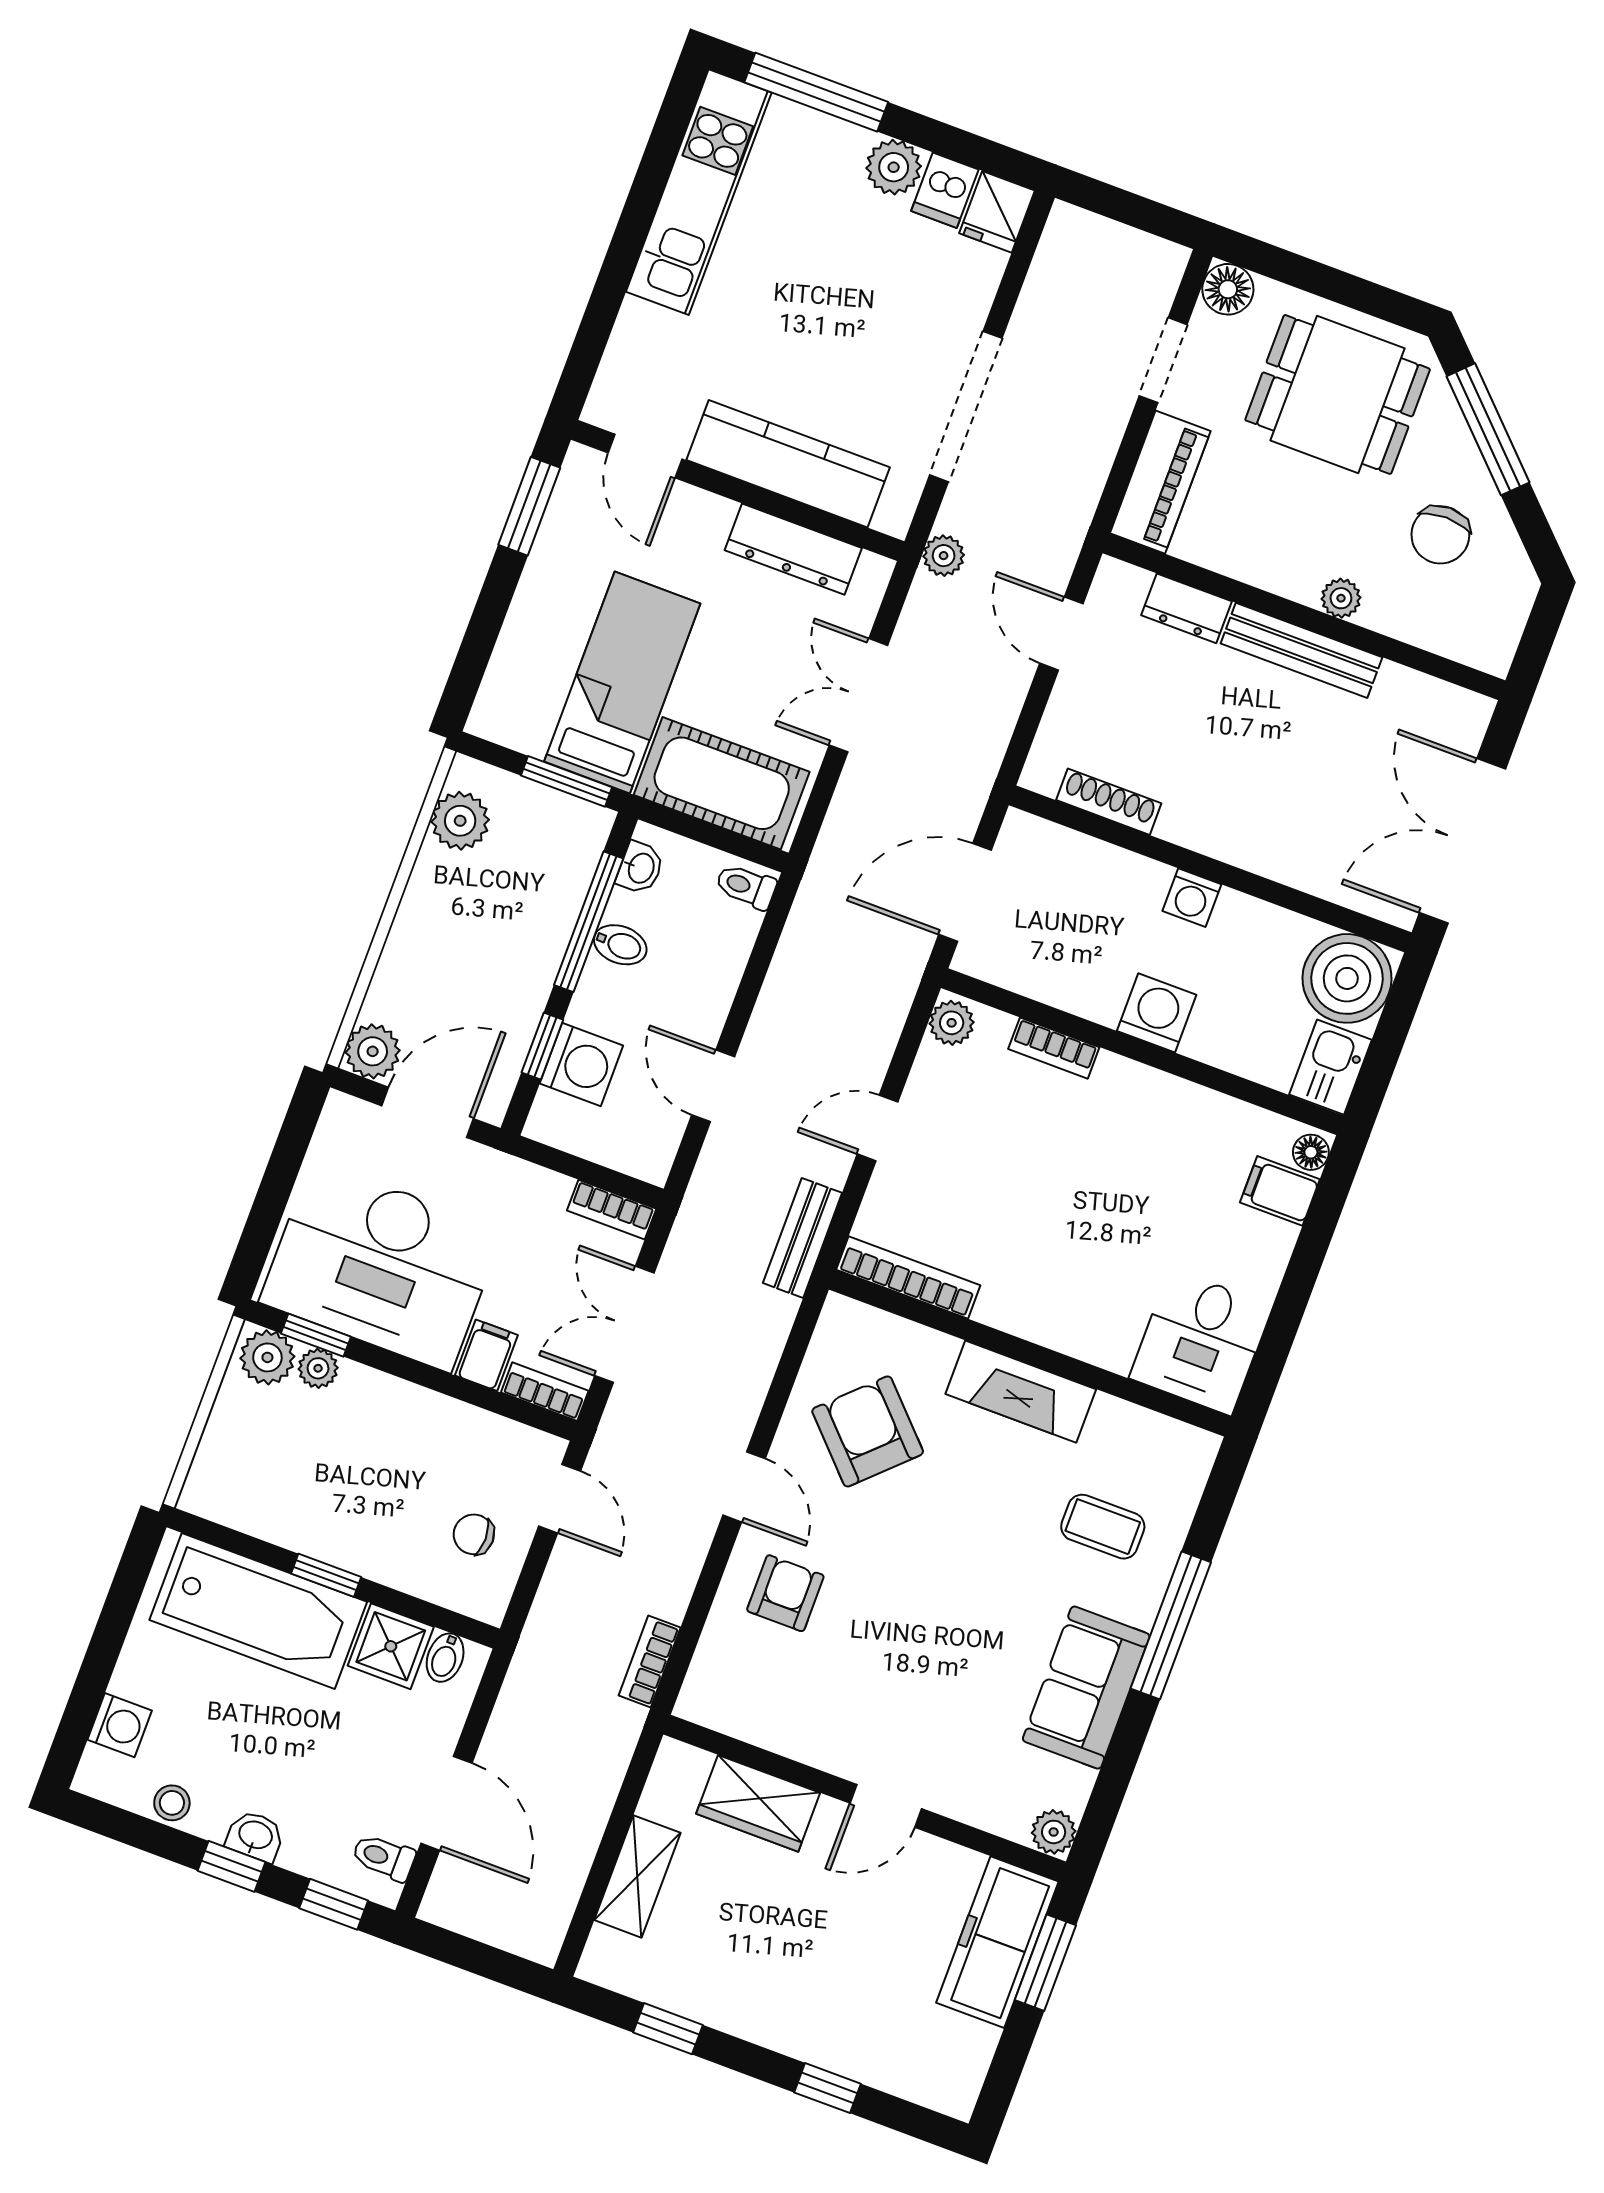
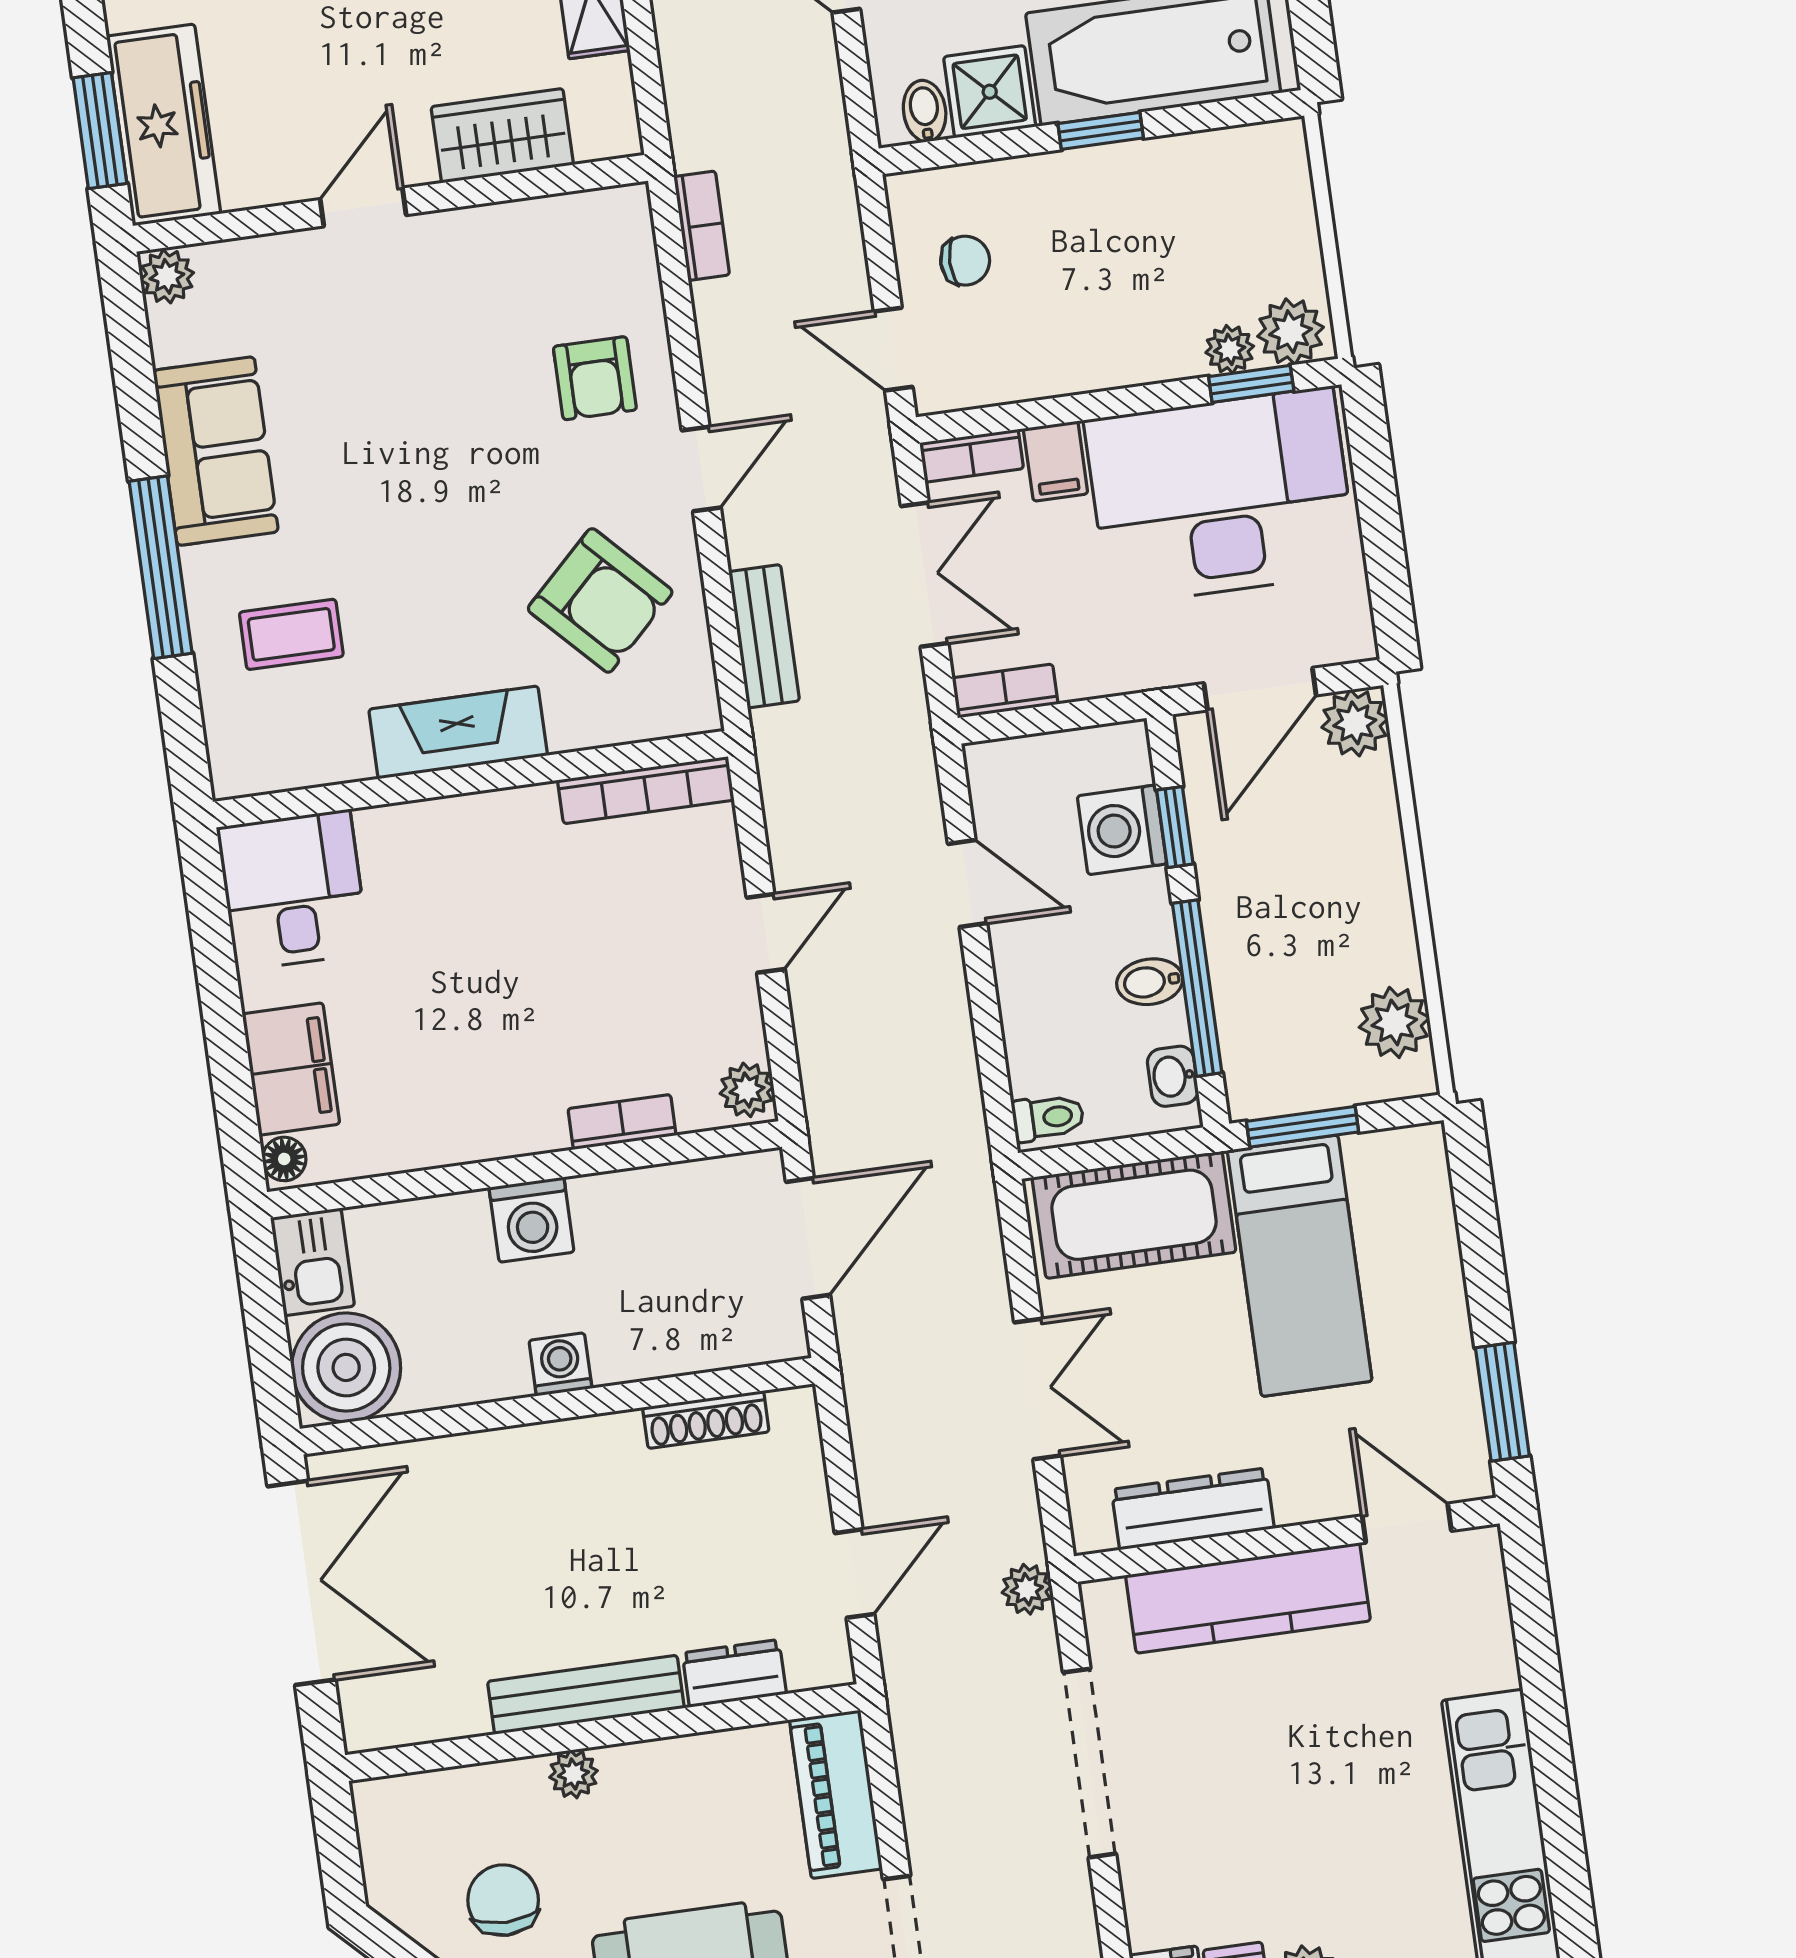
door: (1061, 634) -> (855, 1574), hinge flipped
filing cabinet: (1280, 1191) -> (291, 1069), width x2.00
bench: (802, 1238) -> (764, 636), moved
door: (744, 1487) -> (701, 469), swing flipped

